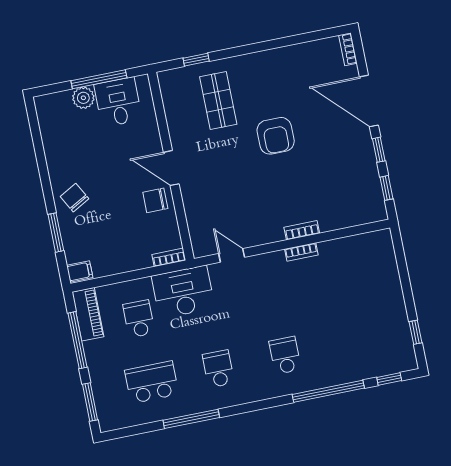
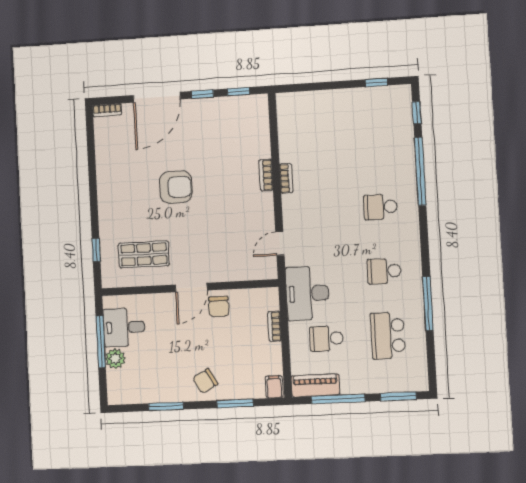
shop shelf: (218, 101) -> (144, 254), moved
window: (41, 160) -> (166, 406), added
bookcase: (169, 257) -> (275, 326), moved

